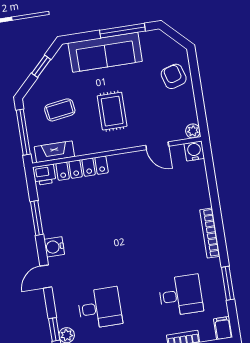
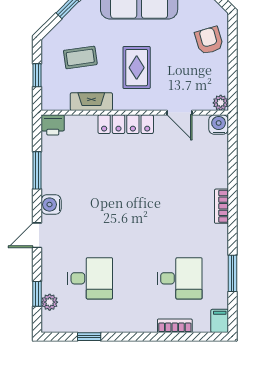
window: (23, 132) -> (37, 75), width x0.46
fireplace: (54, 152) -> (91, 102), moved
locker: (82, 168) -> (126, 124), moved
bookcase: (210, 233) -> (222, 206), width x0.64

